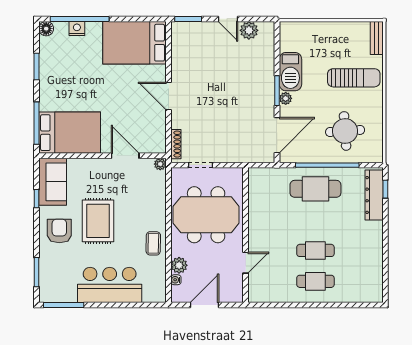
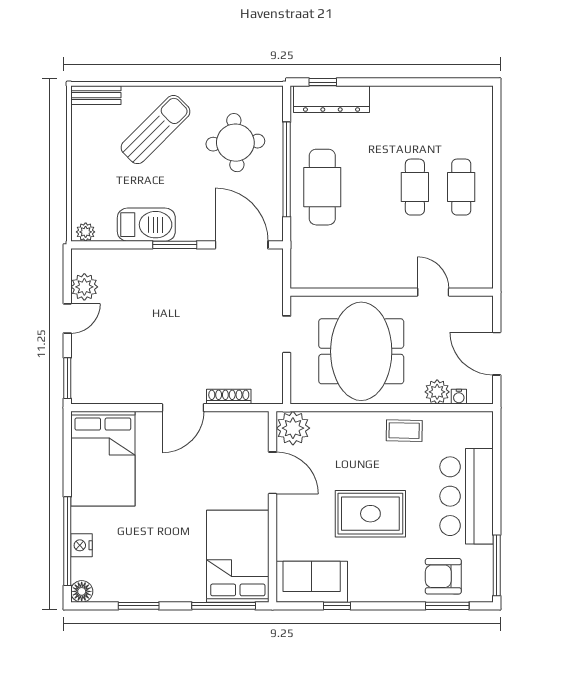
sun lounger: (354, 78) -> (155, 130), turned 45
plant: (286, 98) -> (86, 232), moved
shoe rack: (176, 144) -> (229, 397), moved
door: (125, 156) -> (273, 473), swing flipped
plant: (160, 164) -> (293, 428), width x1.88, depth x1.88
doorway: (200, 165) -> (287, 334), moved
armchair: (59, 231) -> (443, 576), moved

